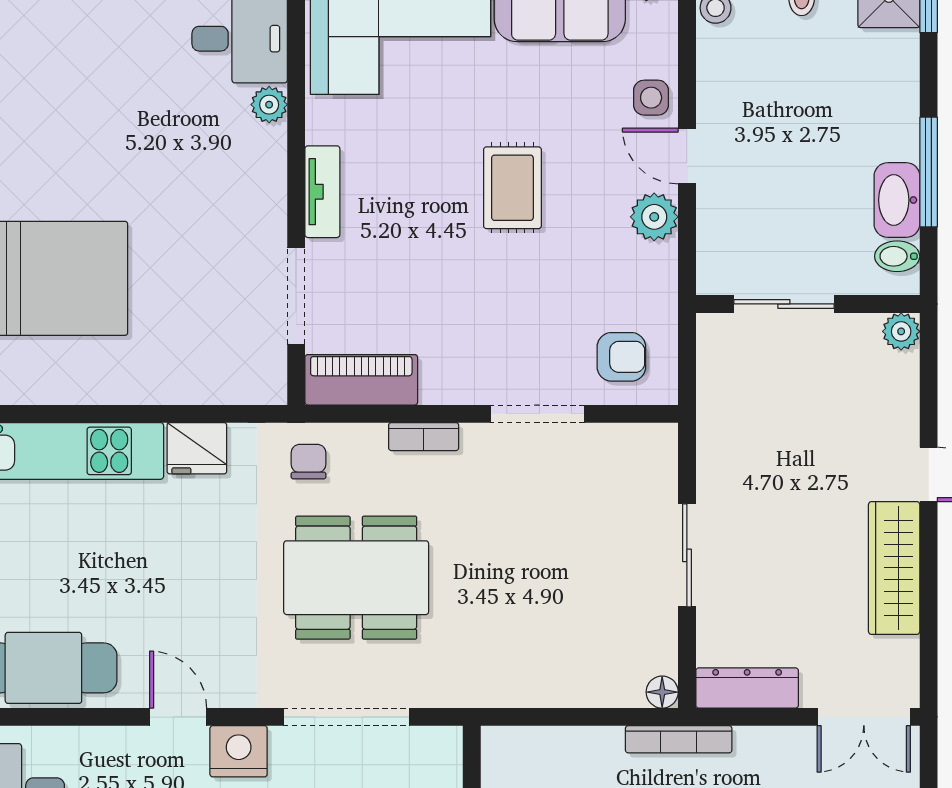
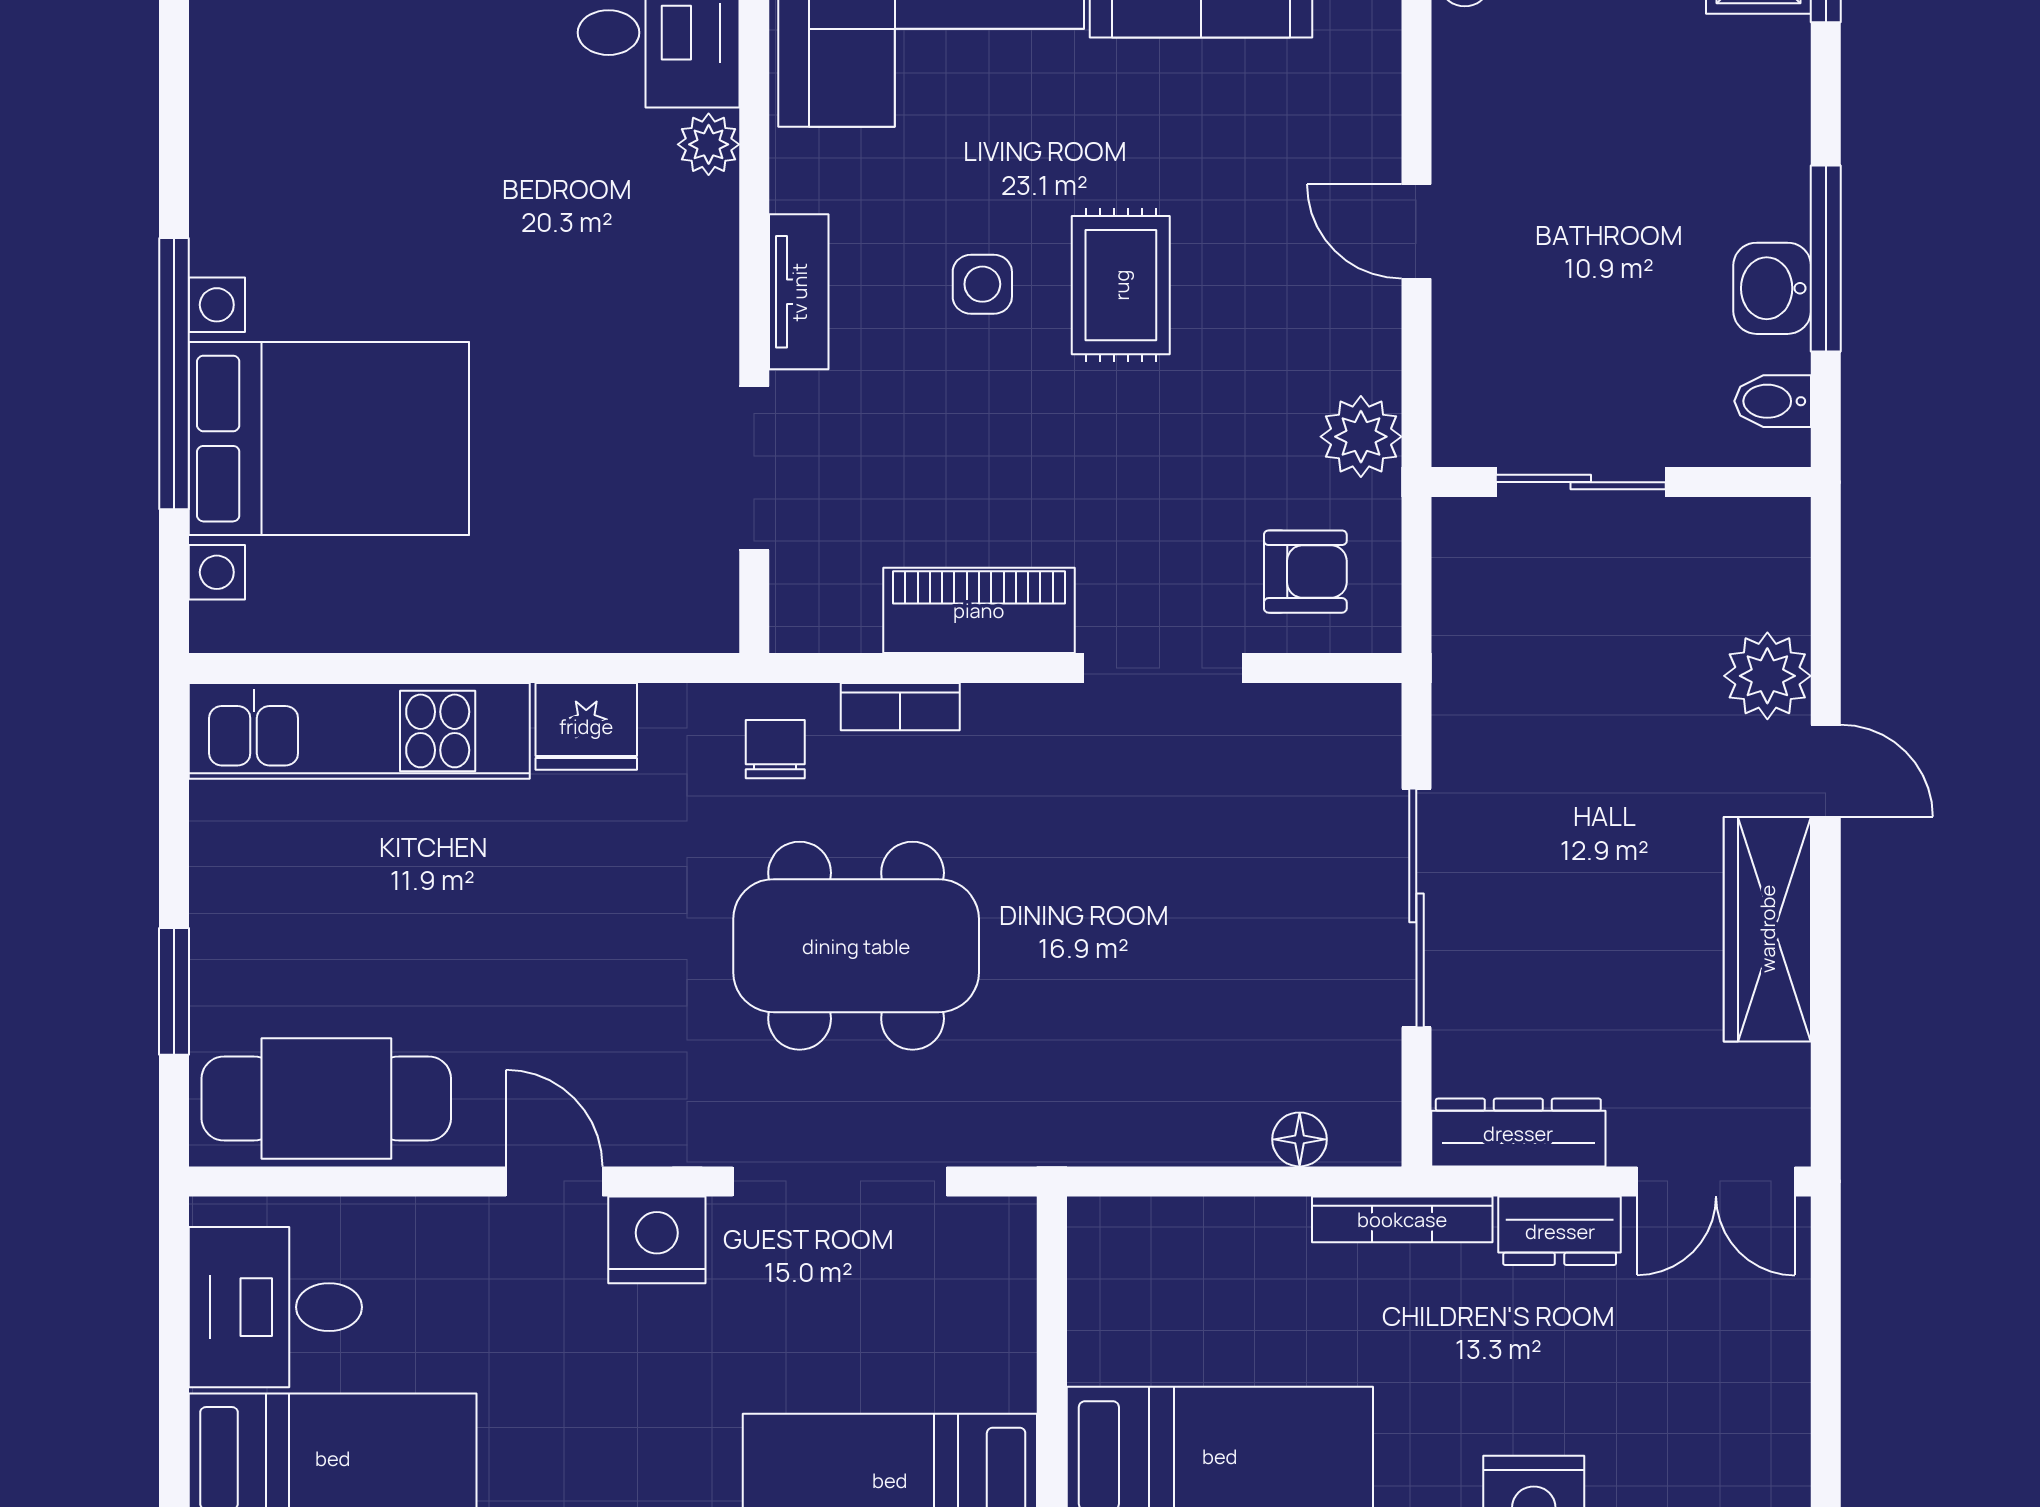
side table: (651, 98) -> (982, 284), moved
washbasin: (897, 200) -> (1772, 288), width x0.72
plant: (654, 217) -> (1361, 437), moved
plant: (901, 331) -> (1767, 676), moved, width x1.38, depth x1.38
piano: (361, 380) -> (979, 610), moved
bookcase: (424, 437) -> (900, 707), moved
sliding door: (687, 555) -> (1416, 908), width x1.37
floor lamp: (662, 692) -> (1300, 1139), moved
dresser: (771, 746) -> (1560, 1231), added

